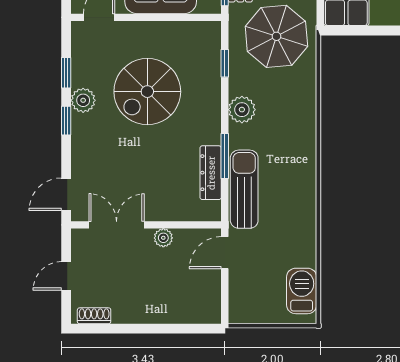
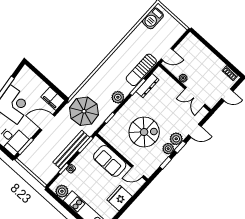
plant: (85, 128) -> (176, 139), added
door: (66, 194) -> (195, 131), moved

